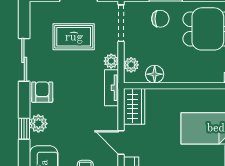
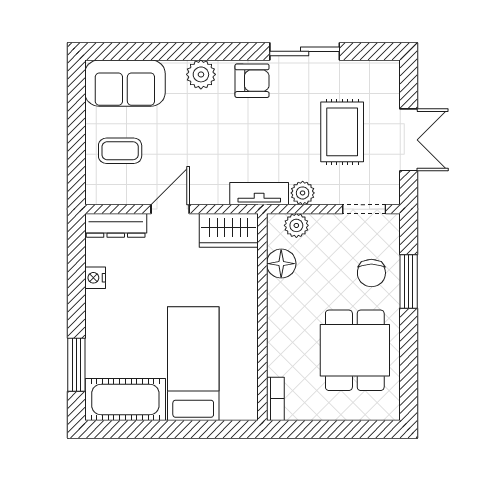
doorway: (121, 23) -> (364, 209), width x0.73
window: (24, 129) -> (193, 51), removed

